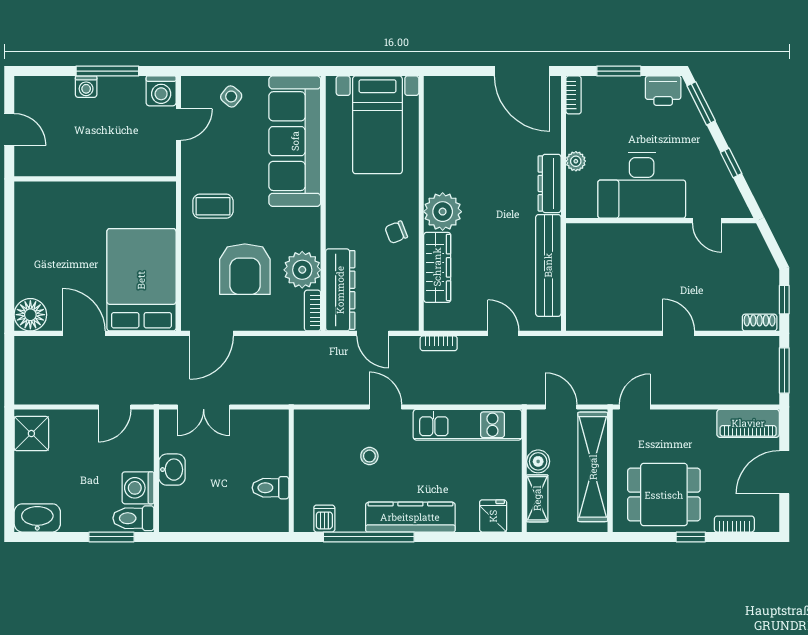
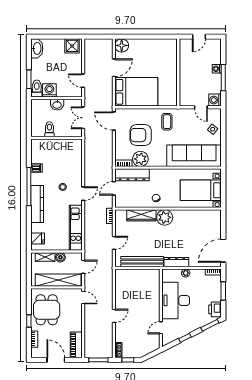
wall: (291, 471) -> (57, 138), moved
toilet: (270, 488) -> (49, 129), moved

